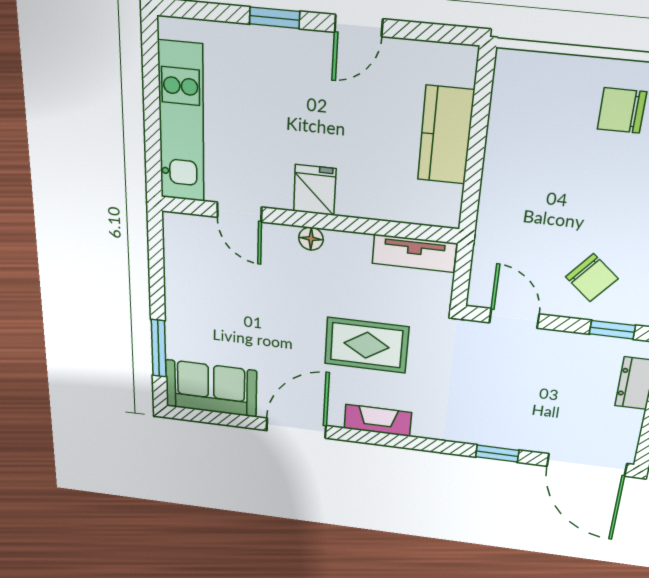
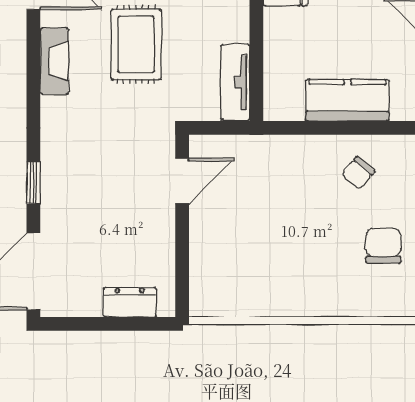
chair: (592, 278) -> (358, 173), moved, width x0.73, depth x0.73
window: (612, 330) -> (182, 272), removed

